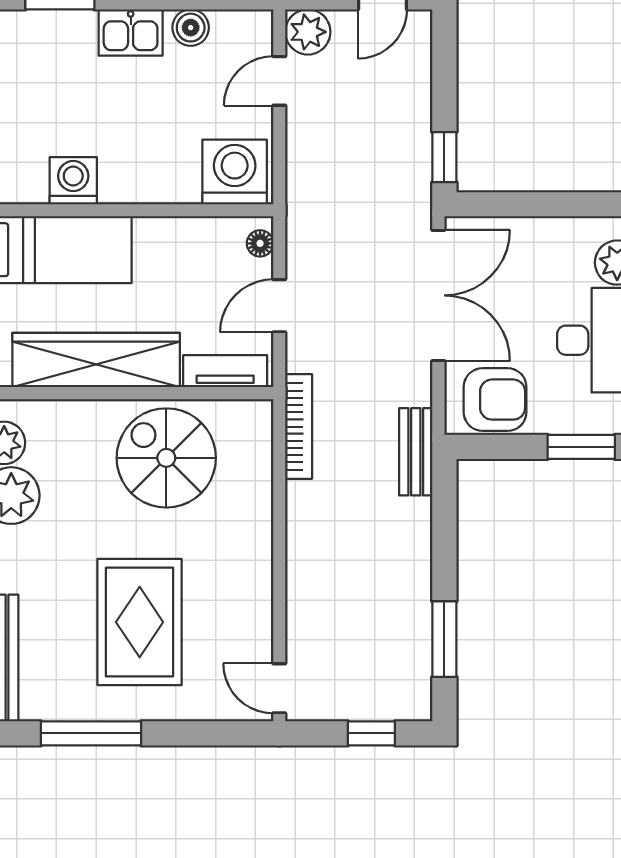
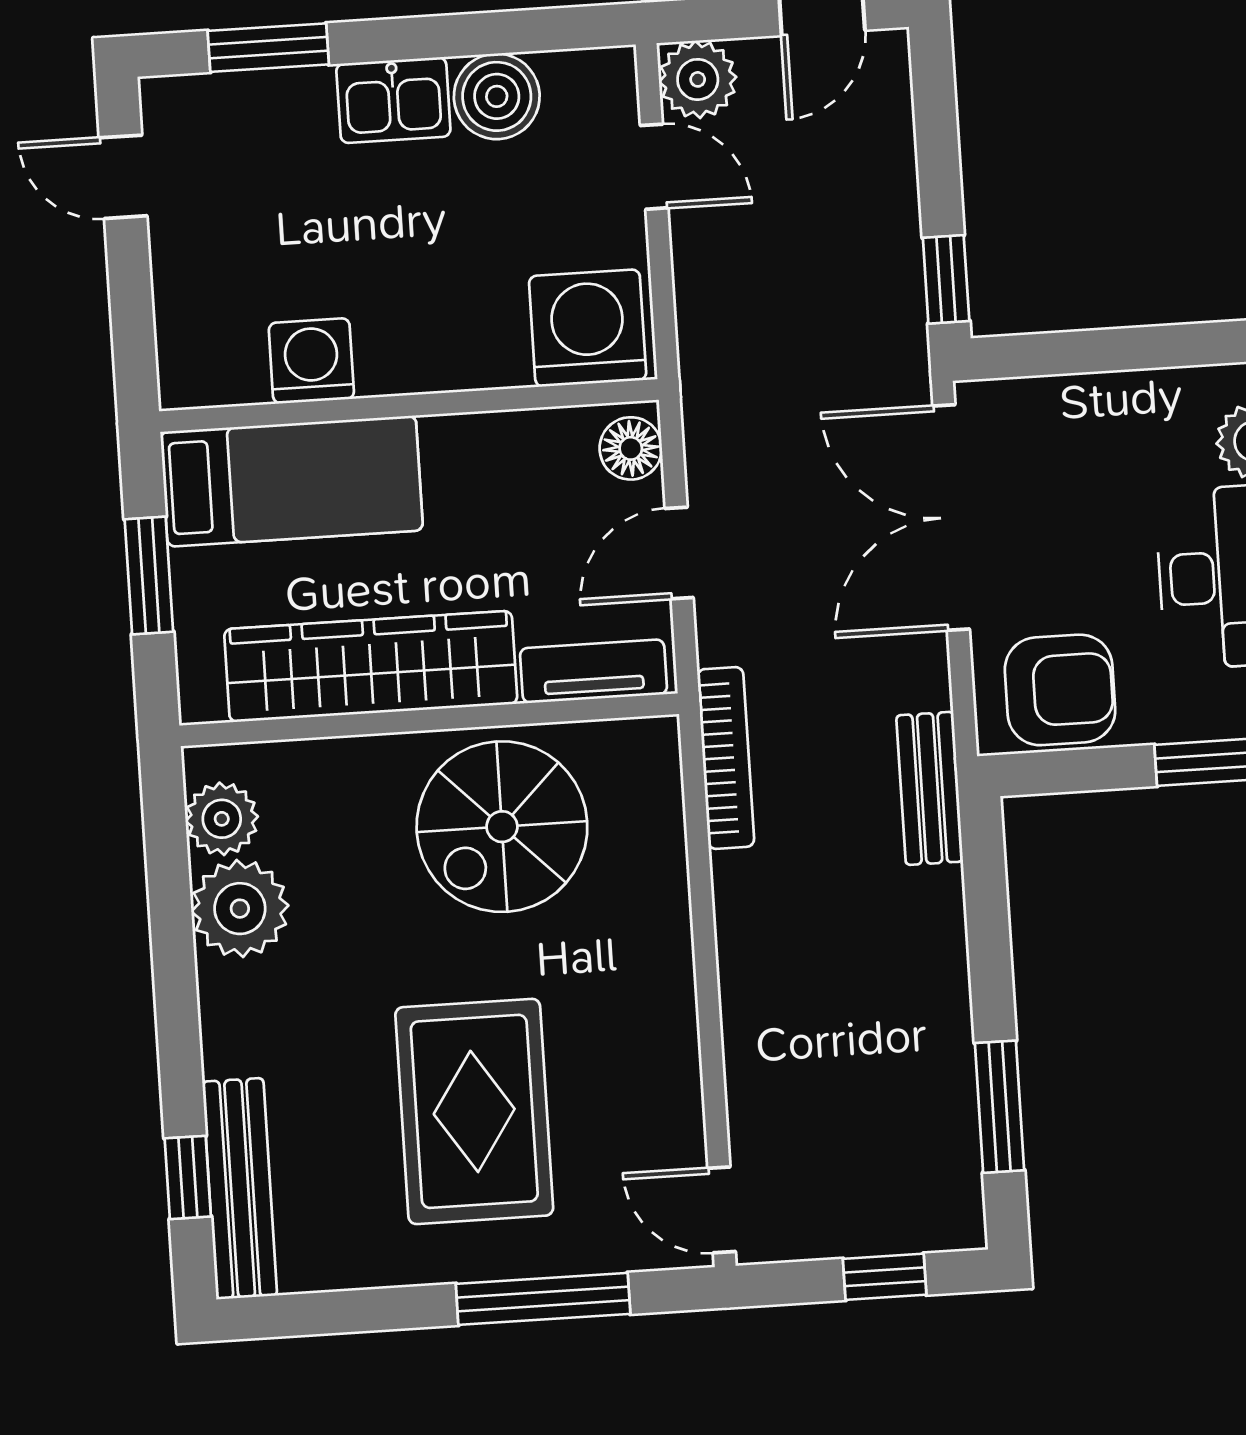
boiler: (191, 28) -> (497, 96), width x1.36, depth x1.36
door: (279, 81) -> (654, 167), swing flipped
floor lamp: (260, 243) -> (631, 448), width x1.37, depth x1.37
double door: (438, 295) -> (951, 517), swing flipped
spiral stairs: (166, 458) -> (502, 827), turned -90
window: (91, 733) -> (543, 1299), moved

